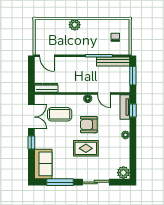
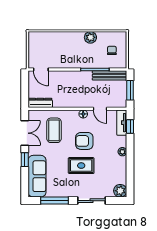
plant: (75, 25) -> (90, 37), moved
coffee table: (60, 114) -> (54, 130), turned 90
sofa: (43, 164) -> (37, 176), width x1.36

